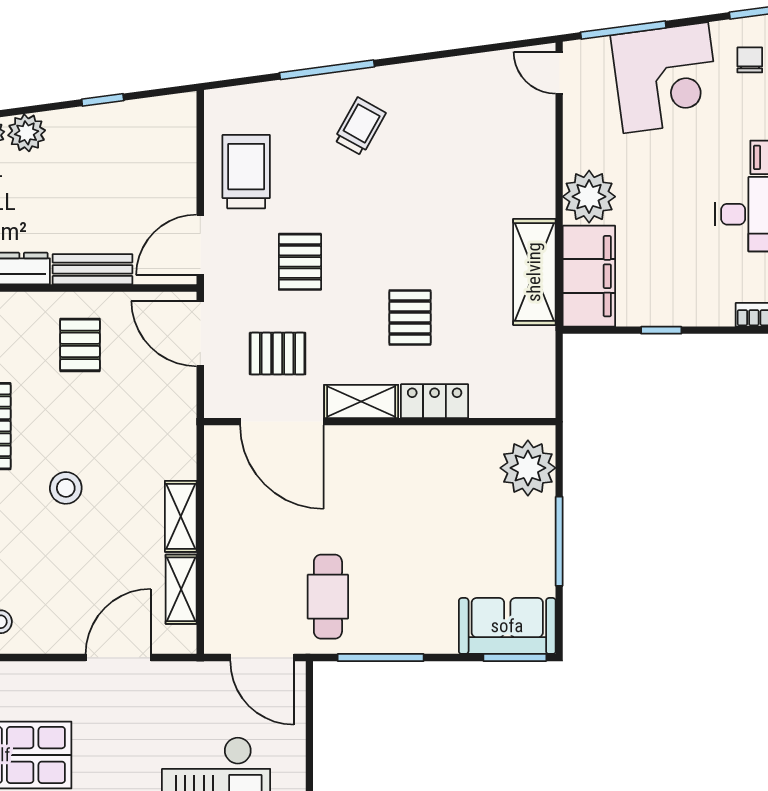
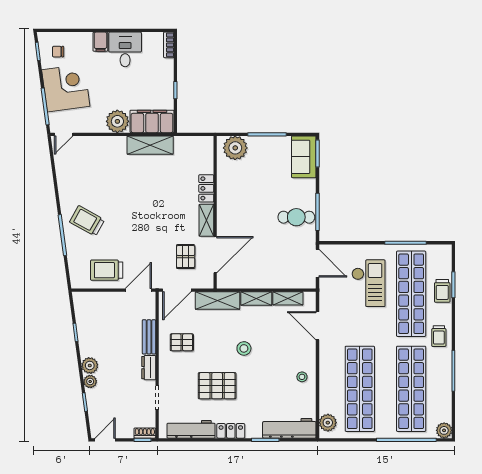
trolley: (360, 126) -> (87, 221), width x1.36, depth x1.39
door: (200, 245) -> (138, 290), swing flipped
pallet: (300, 262) -> (146, 247), removed
pallet: (410, 317) -> (170, 199), removed
shelving: (176, 427) -> (218, 300), added
cafe table: (328, 597) -> (296, 217), moved
door: (262, 658) -> (317, 263), hinge flipped

